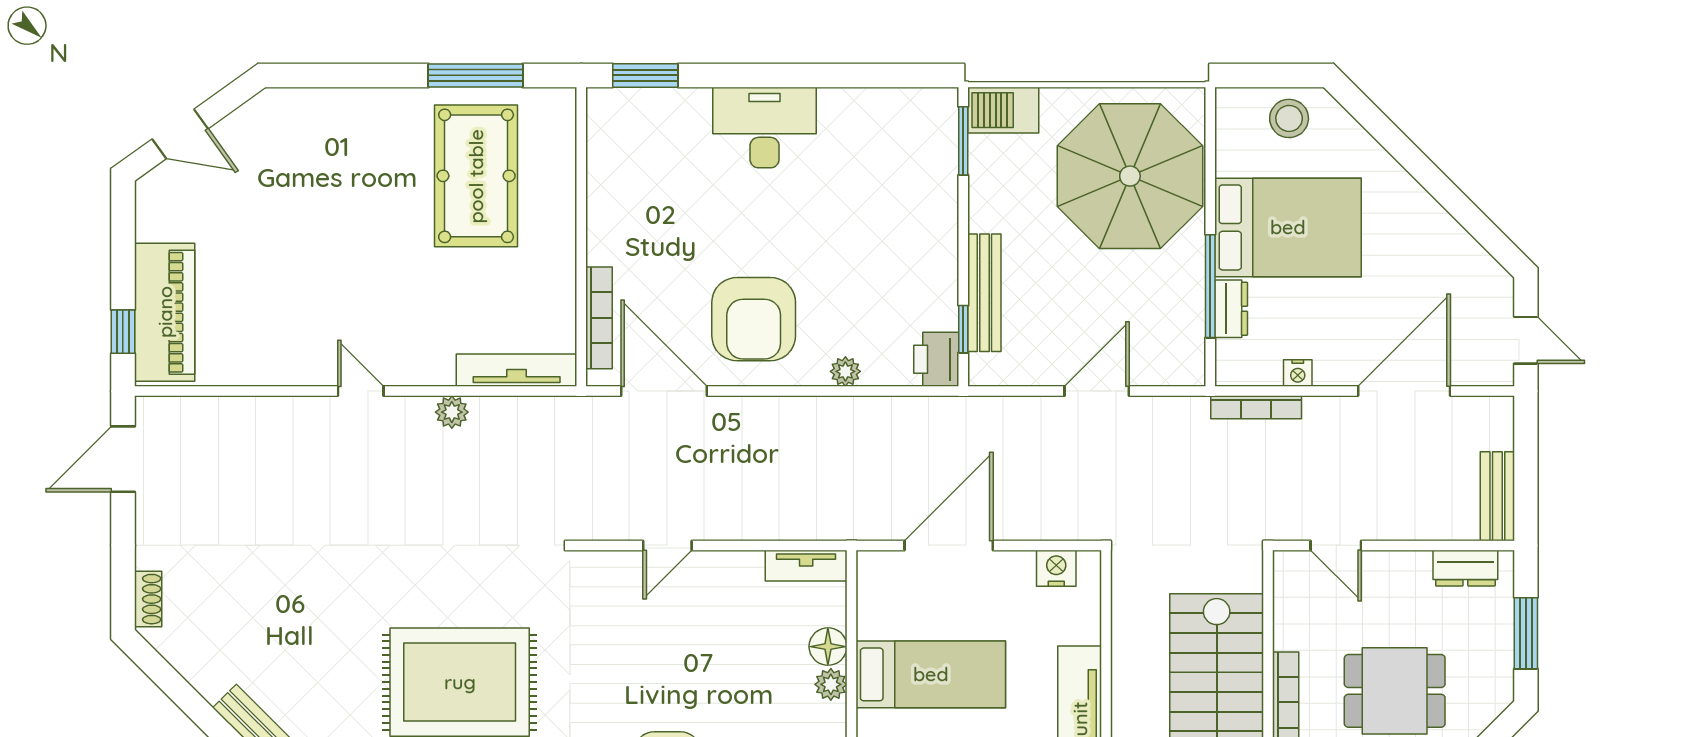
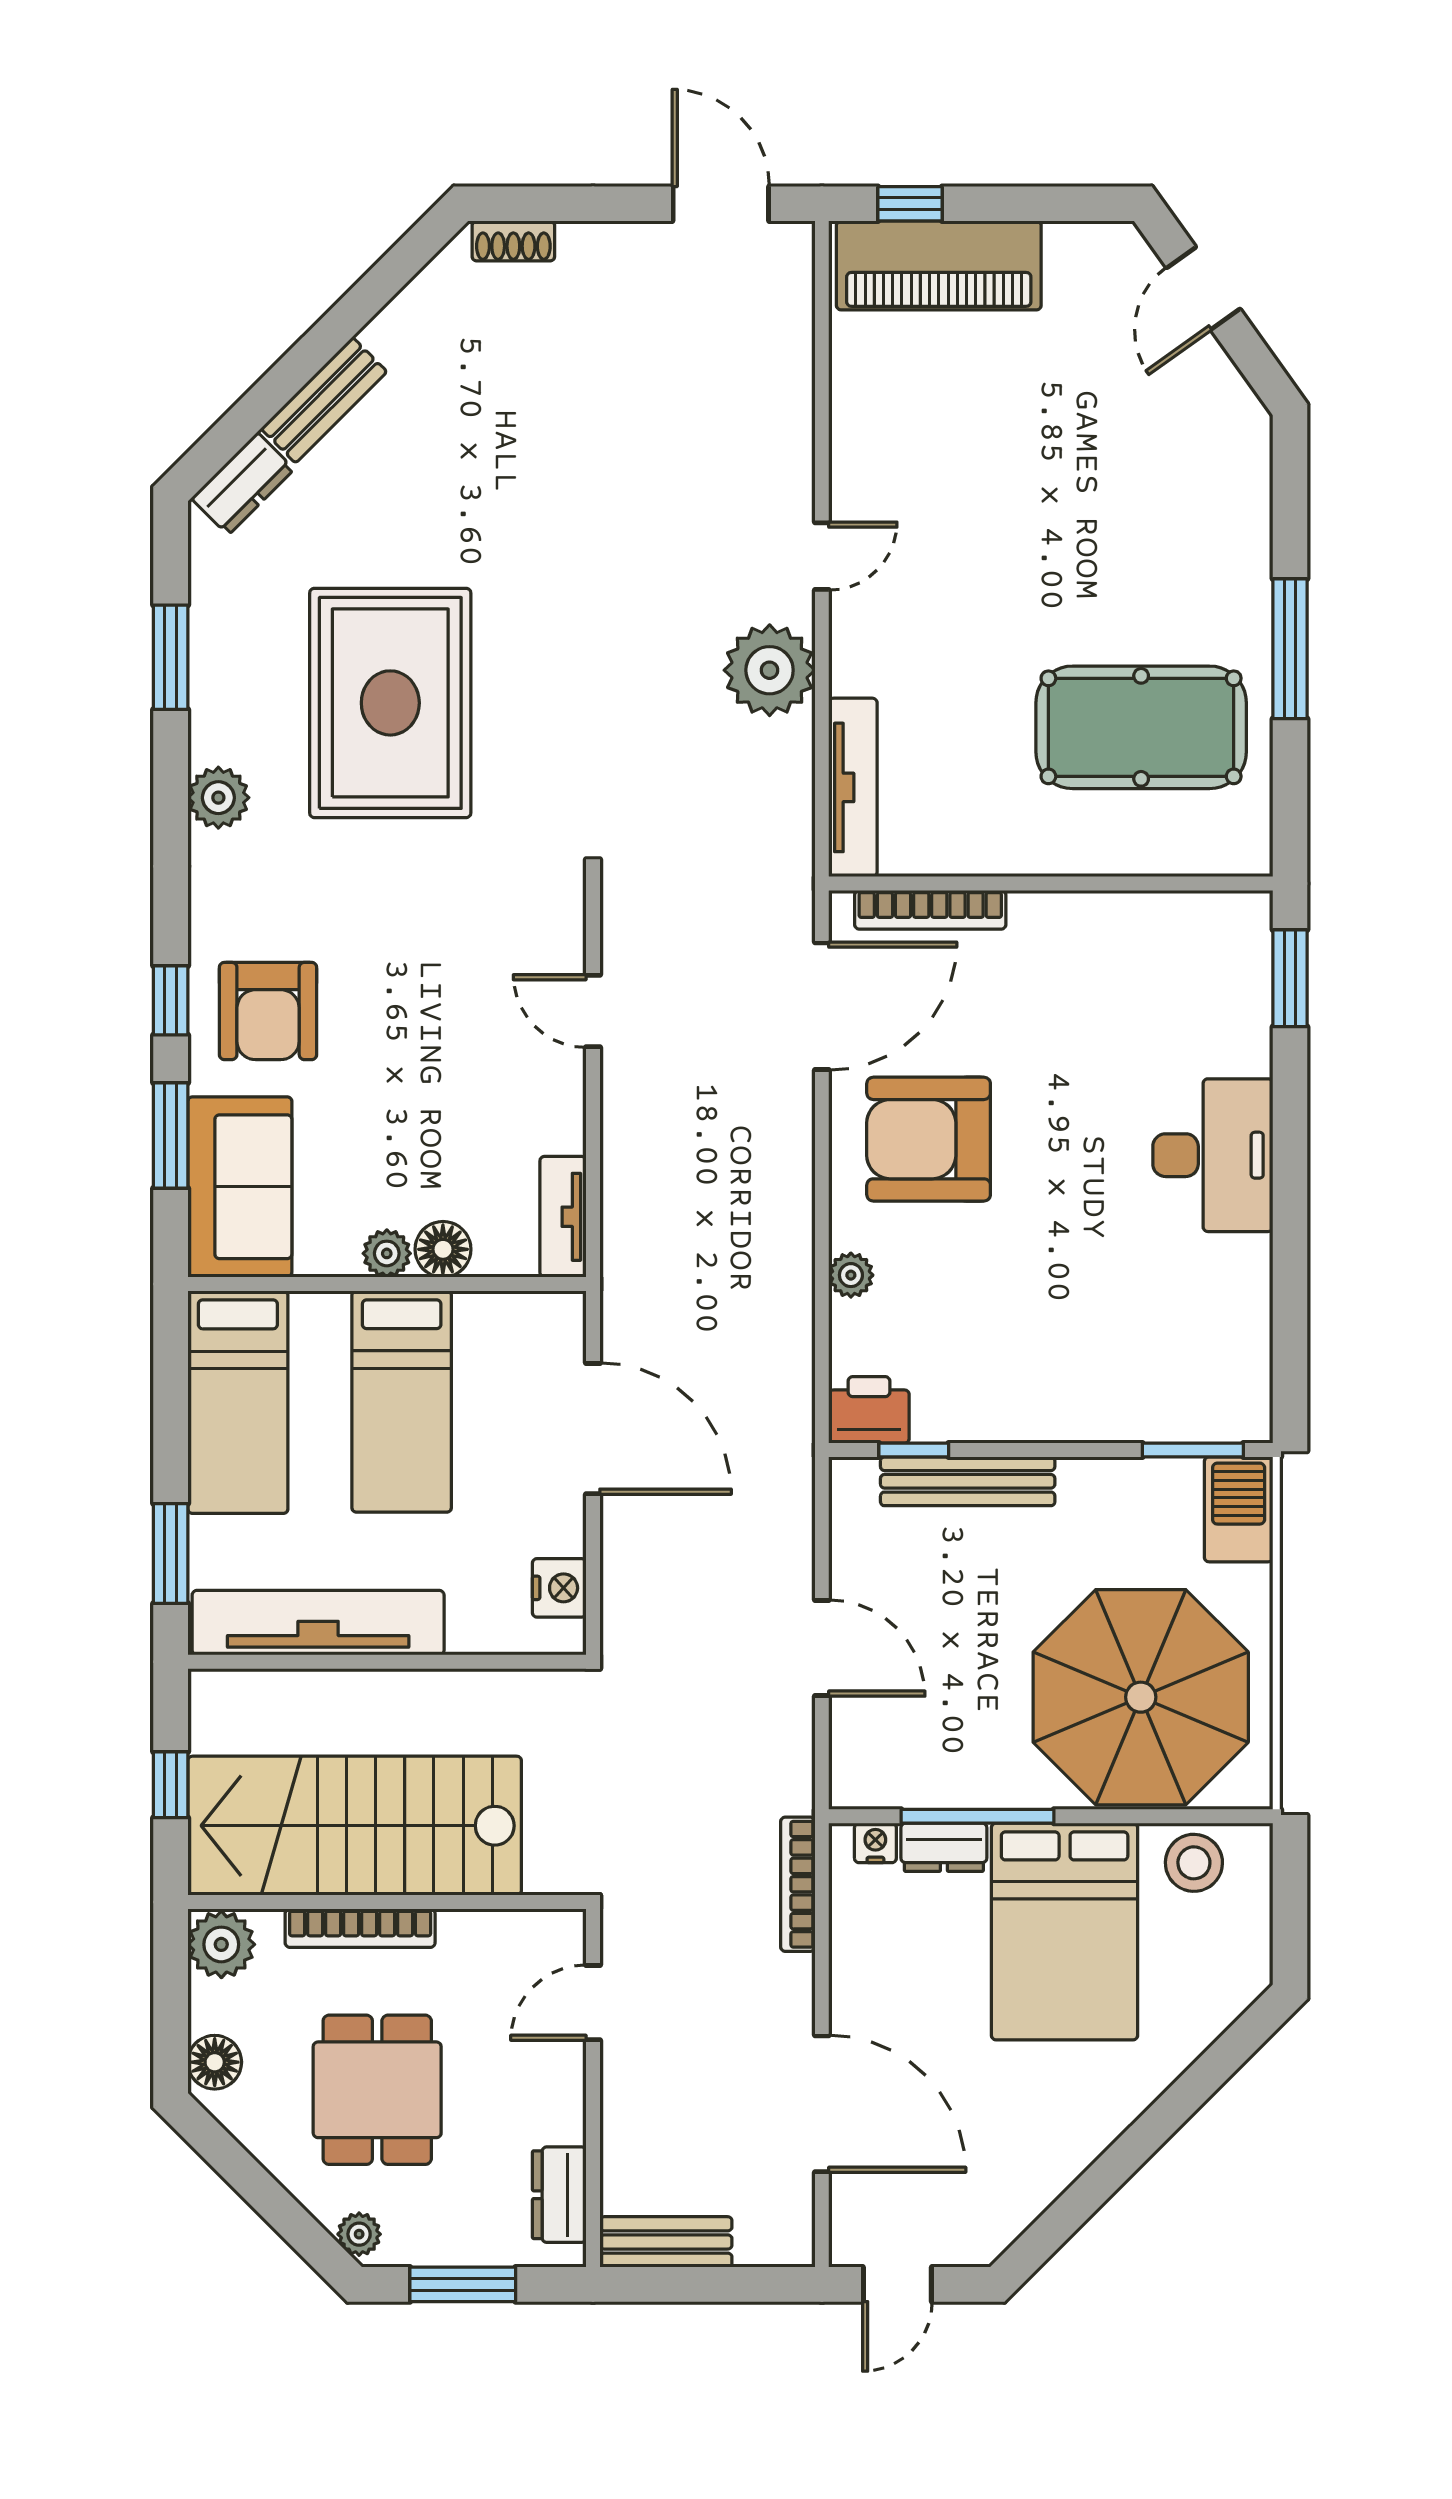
window: (475, 75) -> (1290, 649), moved
stool: (1289, 118) -> (1194, 1863), moved
nightstand: (1298, 373) -> (875, 1843), moved, turned 90
plant: (452, 412) -> (770, 670), width x1.87, depth x1.87
plant: (1492, 703) -> (359, 2234), added

